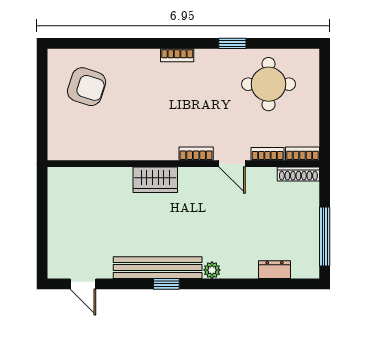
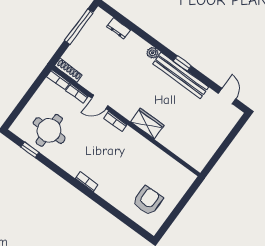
window: (232, 43) -> (30, 150), moved
armchair: (87, 87) -> (148, 200), turned 72
door: (232, 164) -> (100, 102), swing flipped

